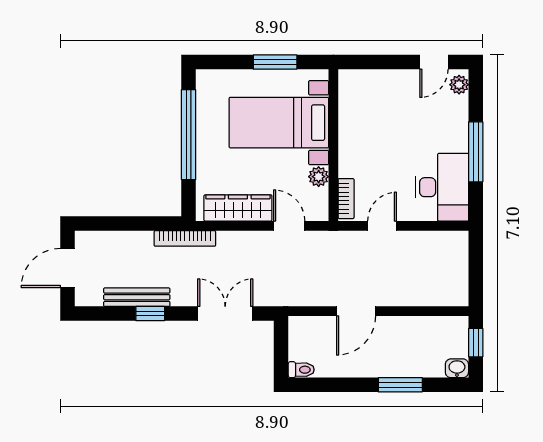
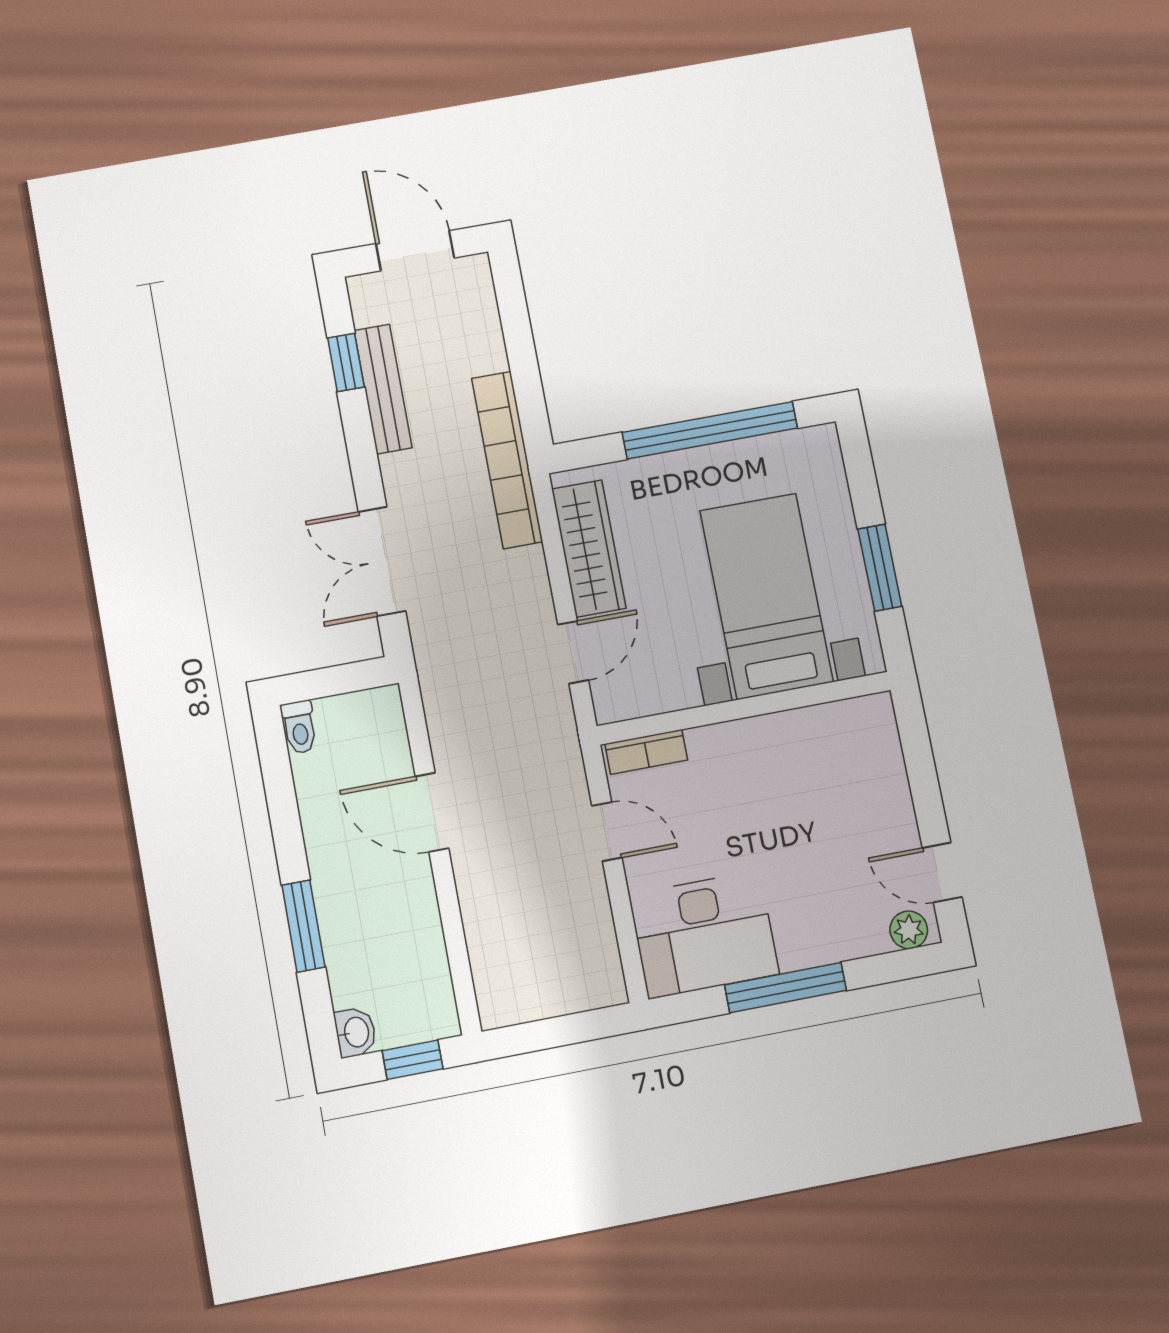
plant: (319, 177) -> (678, 691), removed
bookcase: (185, 238) -> (507, 460), width x1.48, depth x1.31
window: (150, 314) -> (346, 363), moved
double door: (225, 314) -> (382, 561), swing flipped

